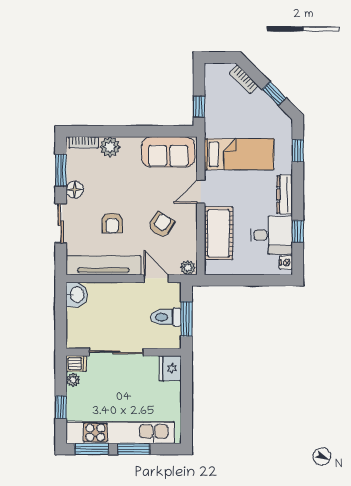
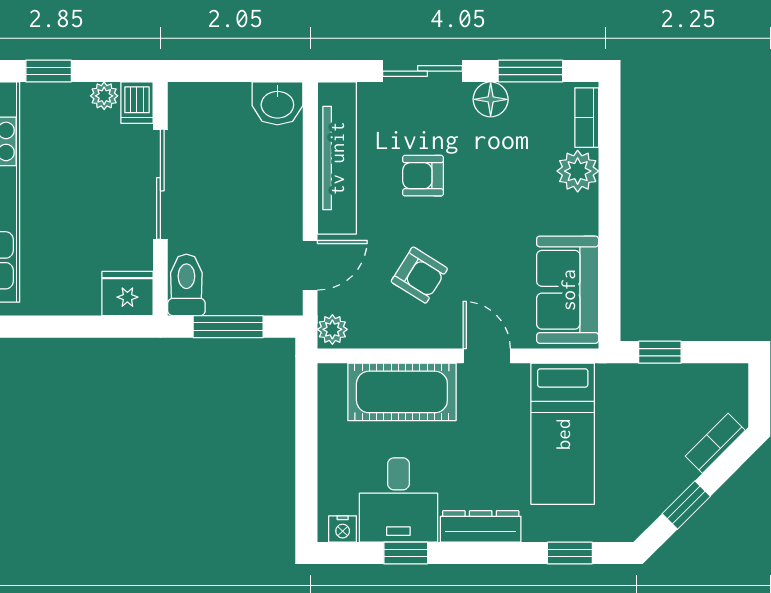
toilet: (166, 317) -> (186, 285), moved

